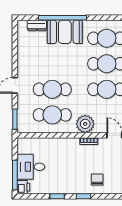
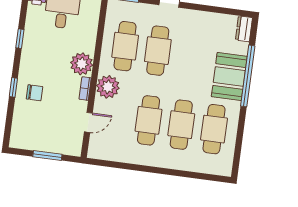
dresser: (37, 26) -> (244, 29), moved
plant: (70, 146) -> (82, 64), added
window: (84, 196) -> (13, 87), moved

